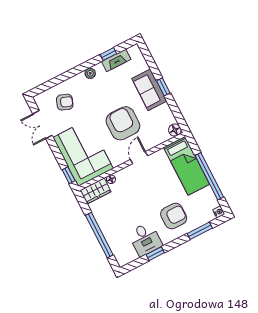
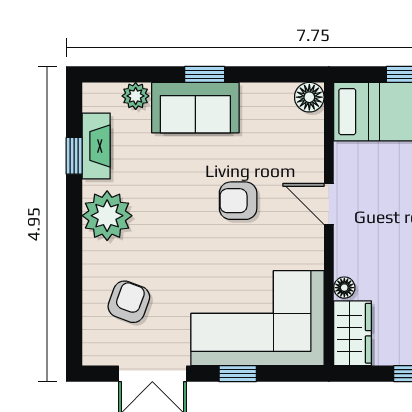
plant: (142, 65) -> (136, 96), added
plant: (90, 73) -> (107, 216), width x1.87, depth x1.87
armchair: (123, 123) -> (238, 201), width x0.53, depth x0.53
window: (69, 175) -> (238, 374), moved

